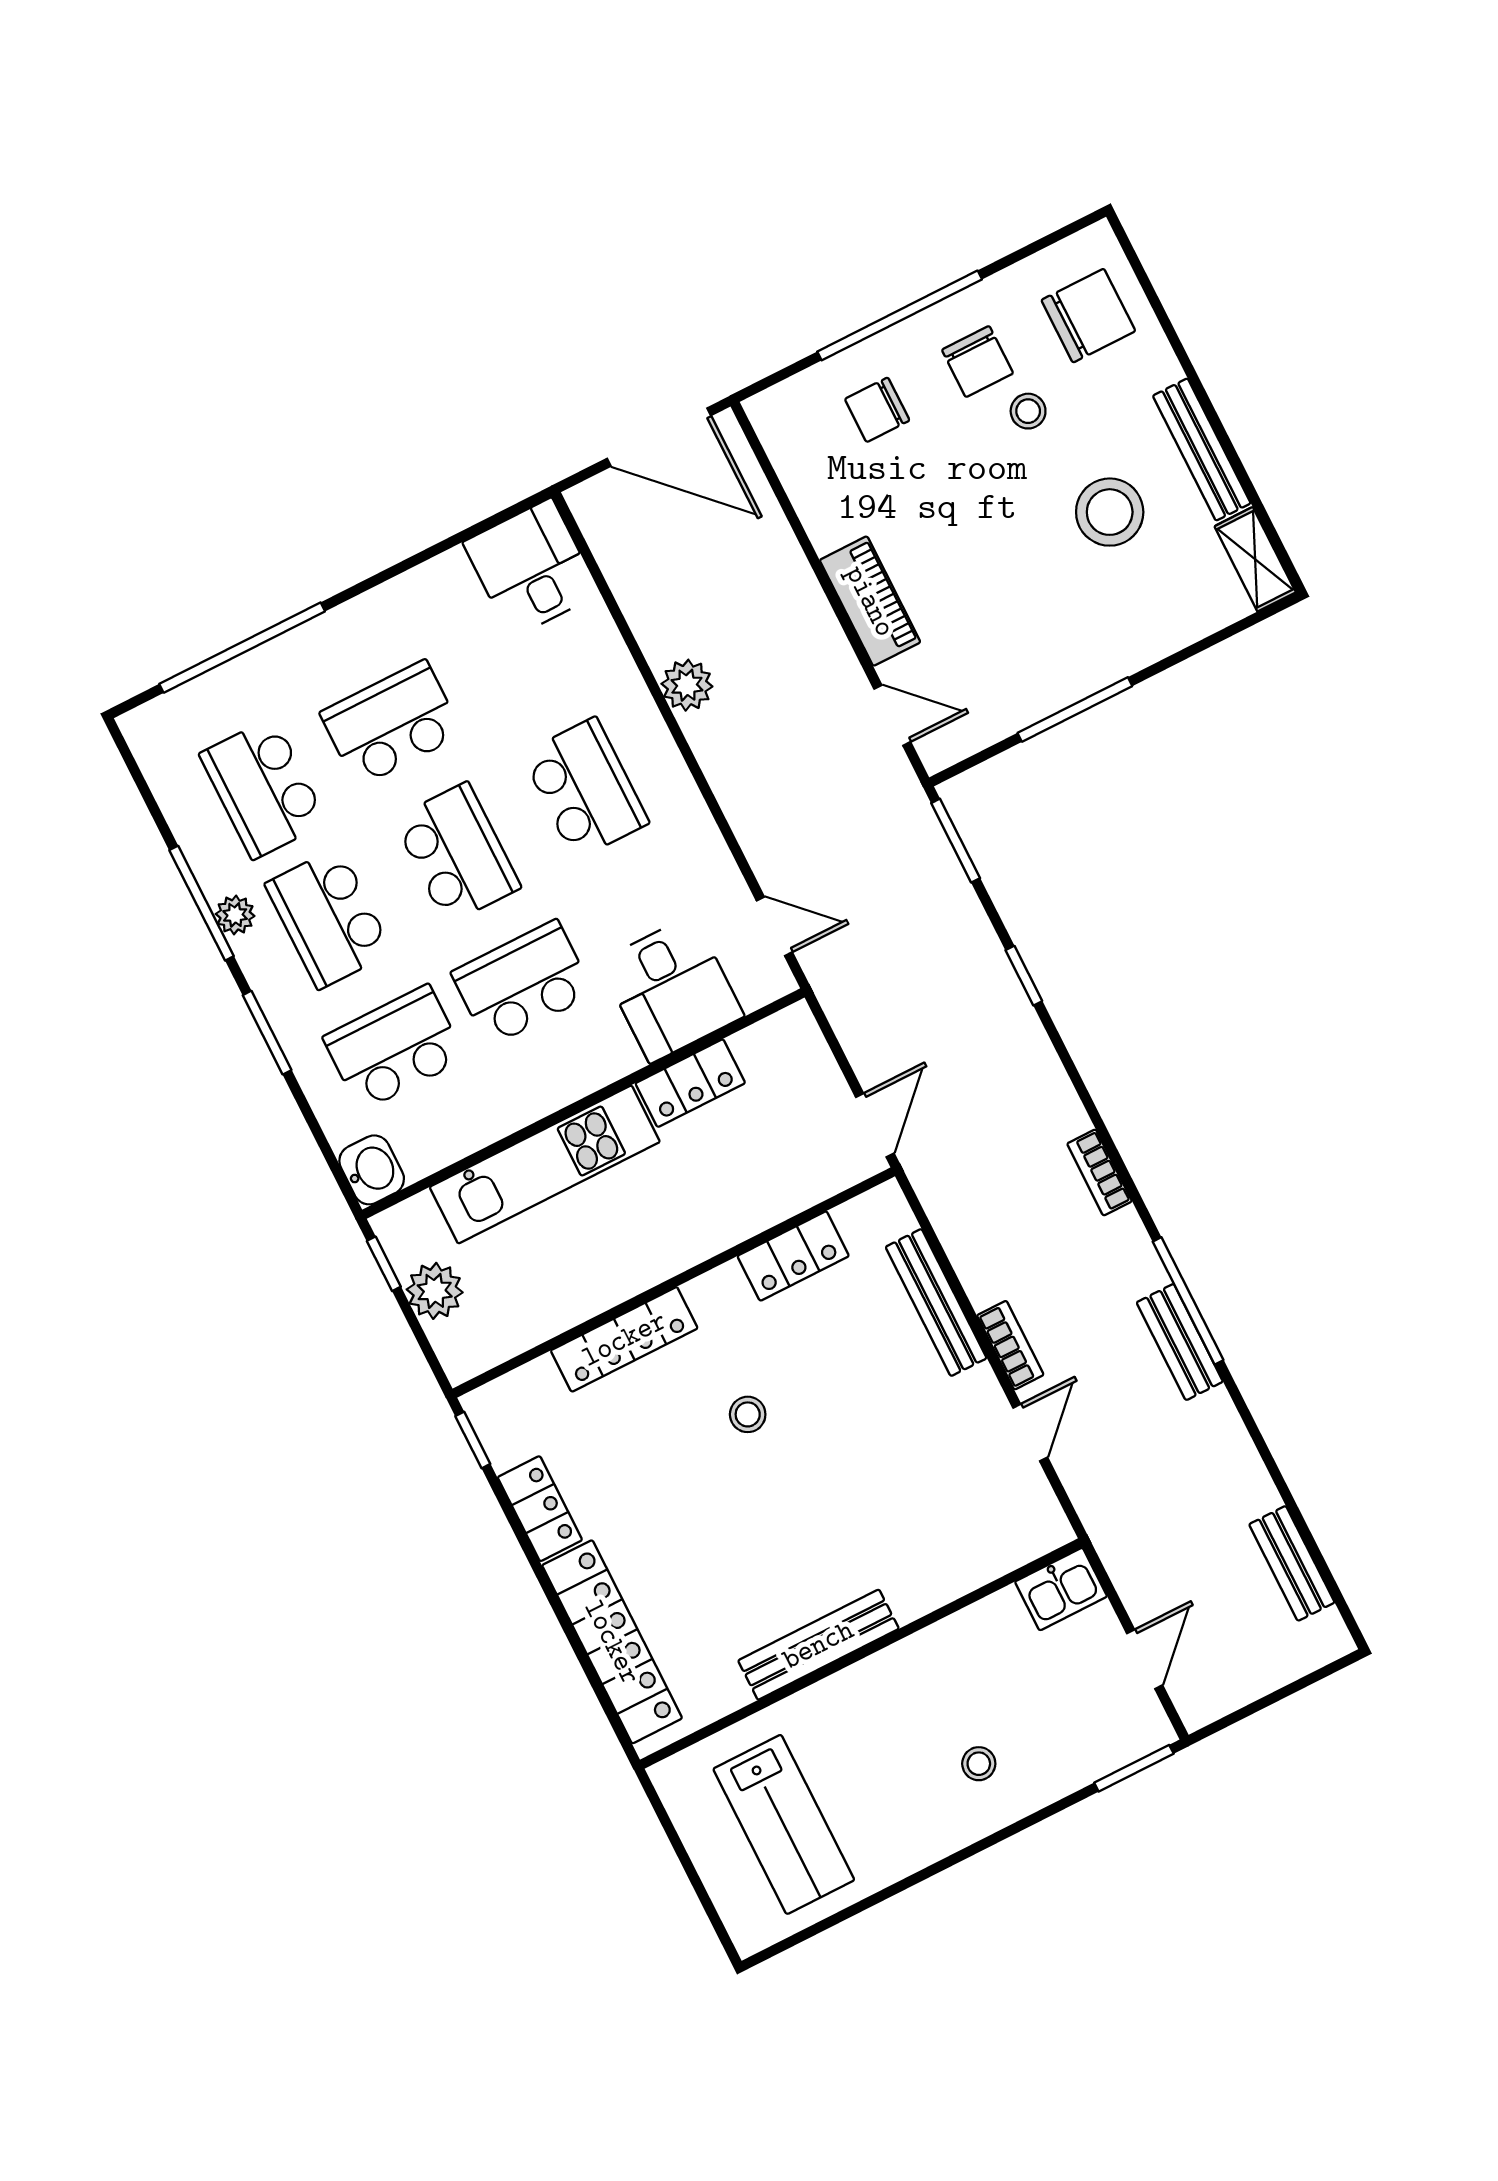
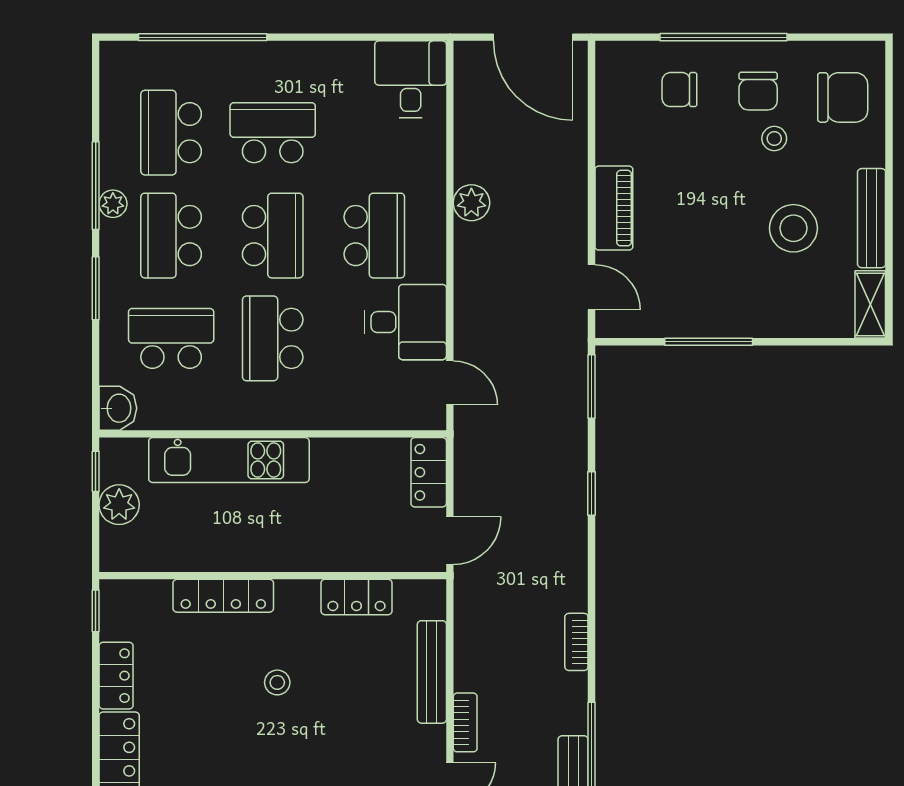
school desk: (523, 983) -> (273, 338), turned -90
desk: (671, 989) -> (405, 322), moved, turned -90
locker: (690, 1083) -> (429, 472), moved, turned 90

